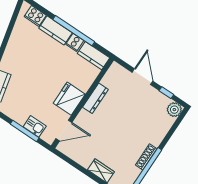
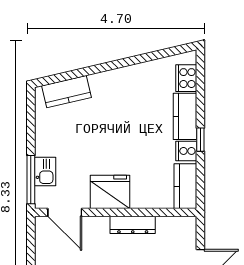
window: (74, 31) -> (200, 140), width x0.32
window: (25, 131) -> (31, 180), moved

